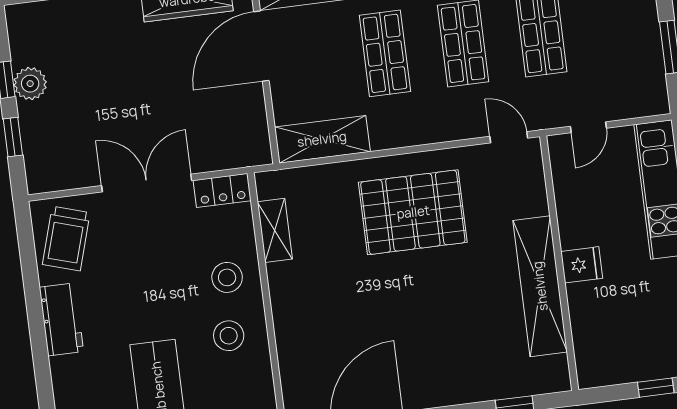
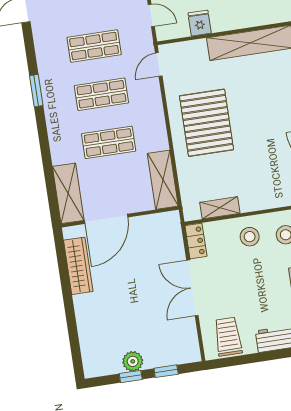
door: (261, 46) -> (106, 219), hinge flipped
trolley: (66, 239) -> (228, 337), turned -107
fridge: (582, 265) -> (200, 23), moved

